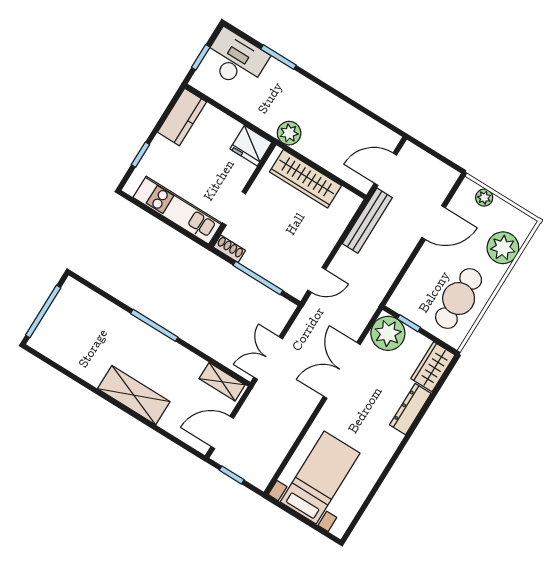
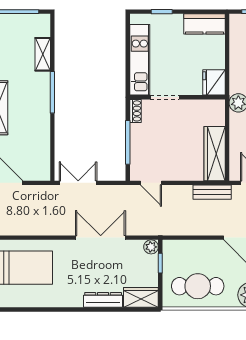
wardrobe: (306, 179) -> (215, 154), moved
bench: (367, 221) -> (212, 192), width x0.73
plant: (388, 333) -> (151, 247), width x0.53, depth x0.53
shelving: (222, 382) -> (43, 54), moved

